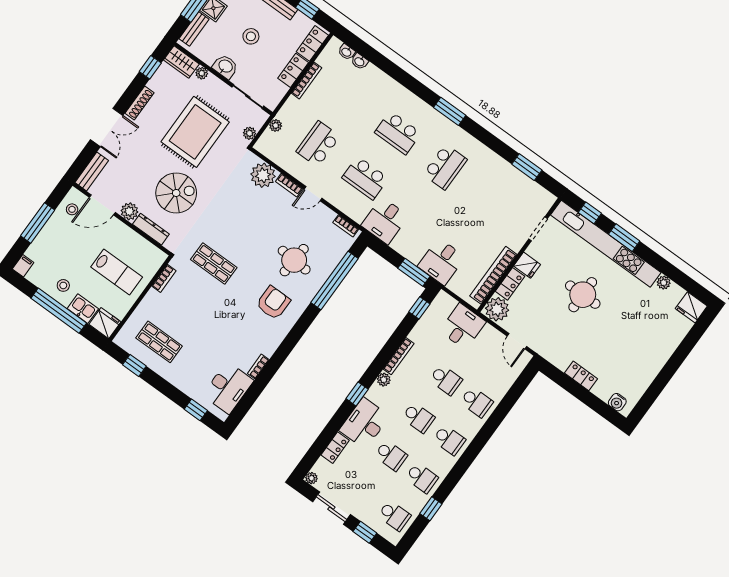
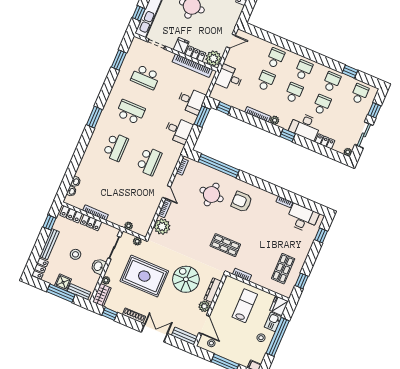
school desk: (318, 144) -> (145, 77), moved
desk: (385, 221) -> (179, 130), moved
shop shelf: (214, 264) -> (225, 245), turned 90

